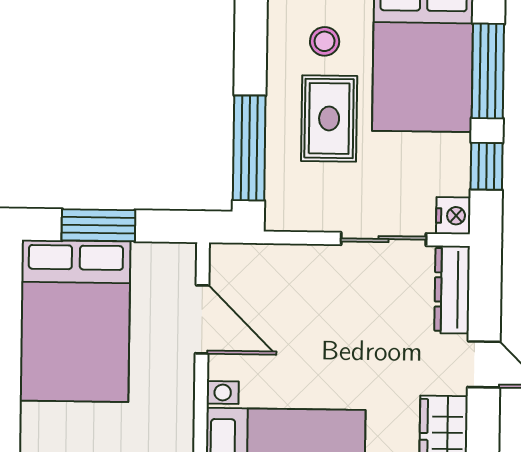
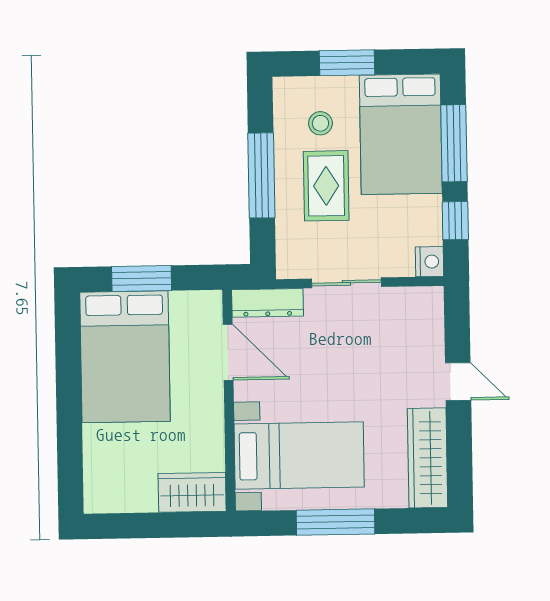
window: (249, 148) -> (261, 175), moved
sliding door: (383, 239) -> (346, 283), moved
dresser: (452, 290) -> (268, 303), moved, turned -90

